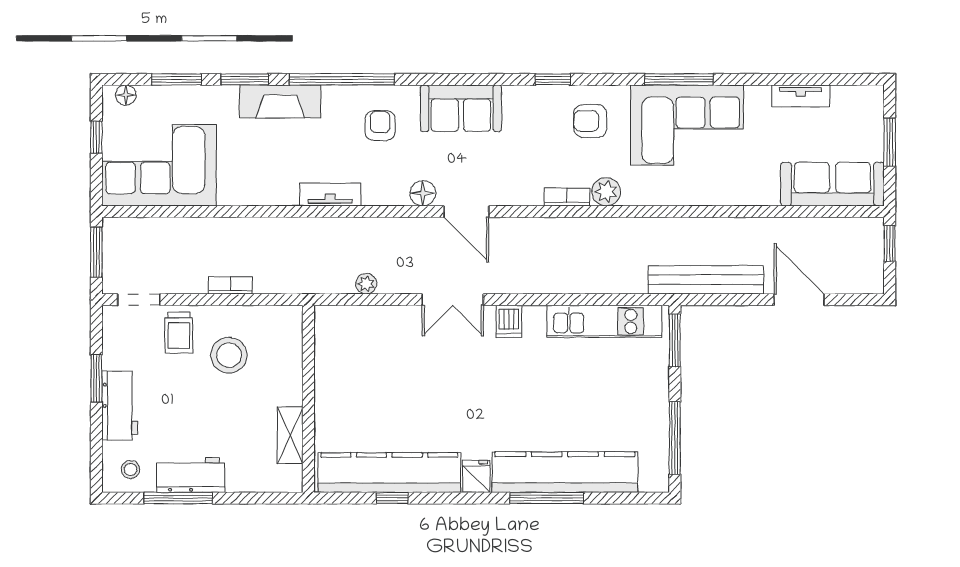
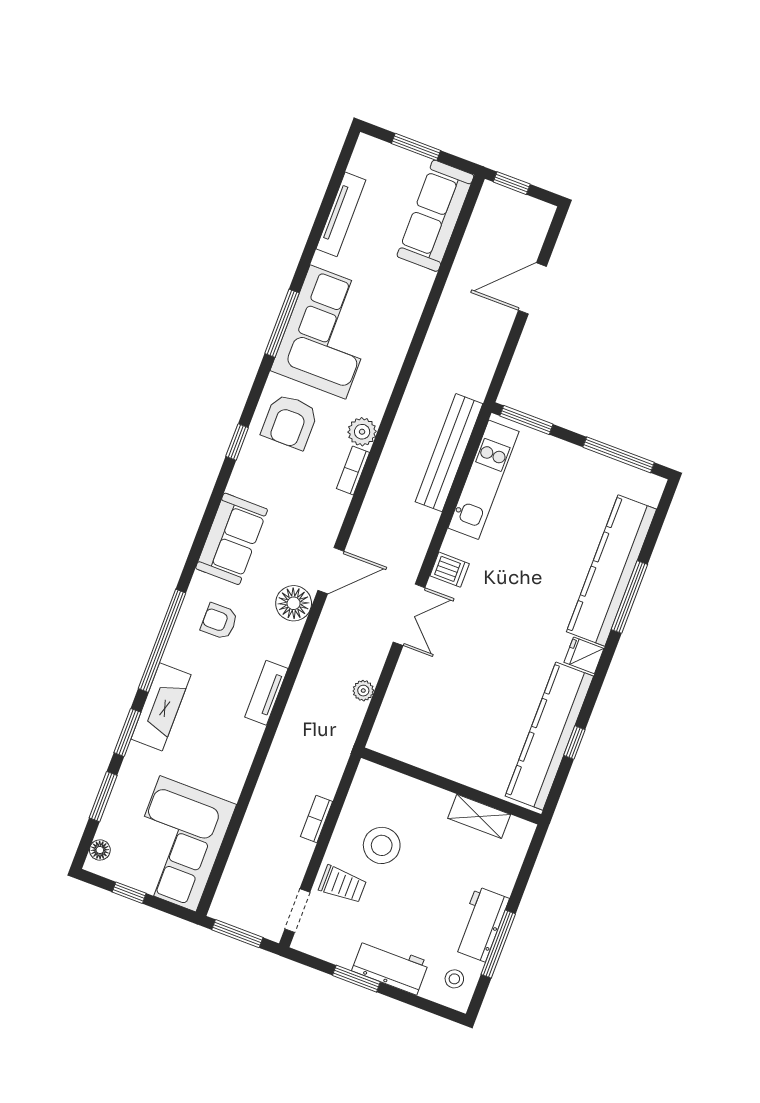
tv unit: (801, 96) -> (341, 214), width x1.41
armchair: (590, 121) -> (290, 422), width x1.38, depth x1.38
floor lamp: (423, 193) -> (294, 603), width x1.38, depth x1.38
bench: (706, 280) -> (449, 453), moved

